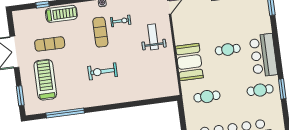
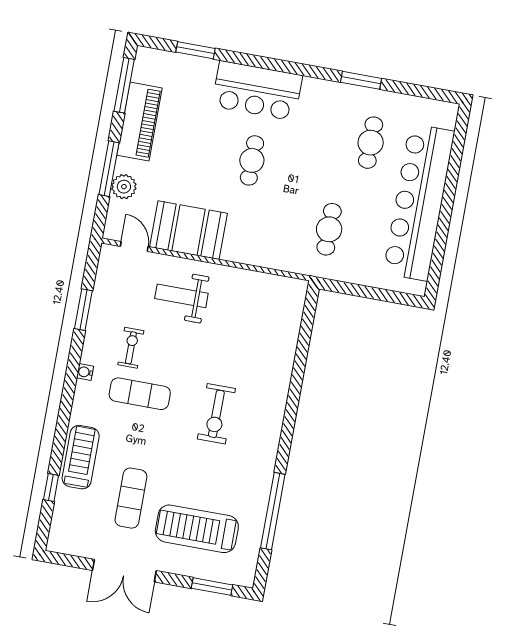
bar counter: (263, 55) -> (257, 91), moved
booth: (189, 62) -> (189, 230), moved
cafe table: (260, 90) -> (371, 143), moved

